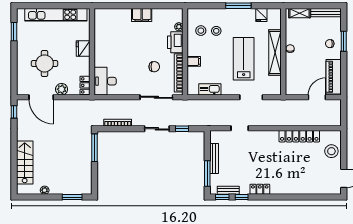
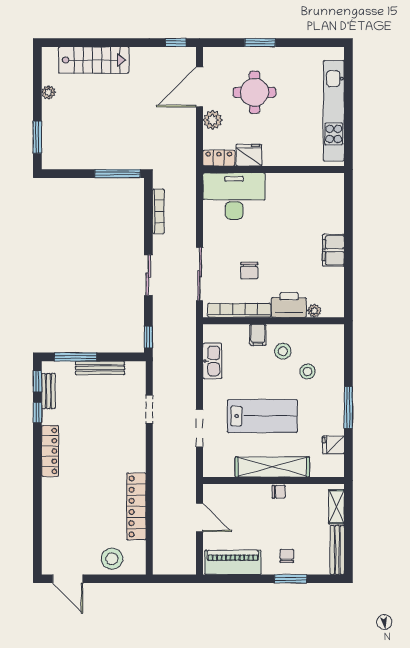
stool: (201, 31) -> (283, 351), moved
window: (14, 32) -> (260, 43), moved
fridge: (83, 49) -> (249, 155), moved
desk: (105, 81) -> (234, 196), width x1.36, depth x1.30
door: (317, 97) -> (200, 517), moved
window: (182, 129) -> (148, 337), moved
locker: (260, 189) -> (50, 451), width x1.53

